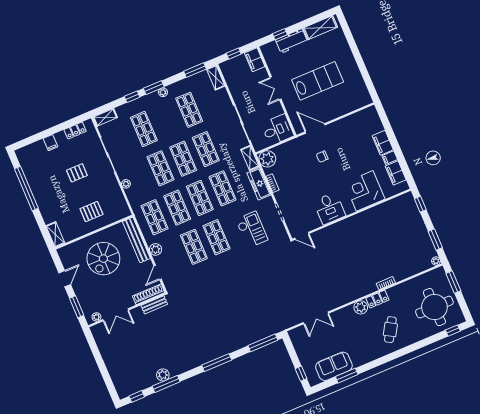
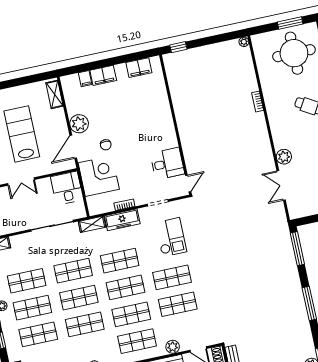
shelving: (358, 103) -> (54, 94), added
shop shelf: (166, 119) -> (32, 308), added
filing cabinet: (390, 158) -> (85, 79), moved
plant: (267, 159) -> (79, 124), moved
corner desk: (365, 191) -> (99, 176), moved, turned 180
desk: (329, 208) -> (167, 164), moved
checkout: (252, 230) -> (171, 237), turned 90
window: (435, 239) -> (220, 38), removed
window: (453, 282) -> (290, 23), moved
locker: (377, 299) -> (273, 114), removed
plant: (361, 307) -> (284, 157), moved
double door: (316, 318) -> (281, 185), swing flipped

